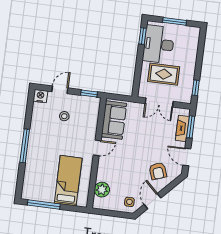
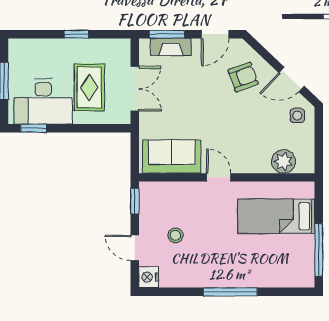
window: (196, 88) -> (76, 34), moved

